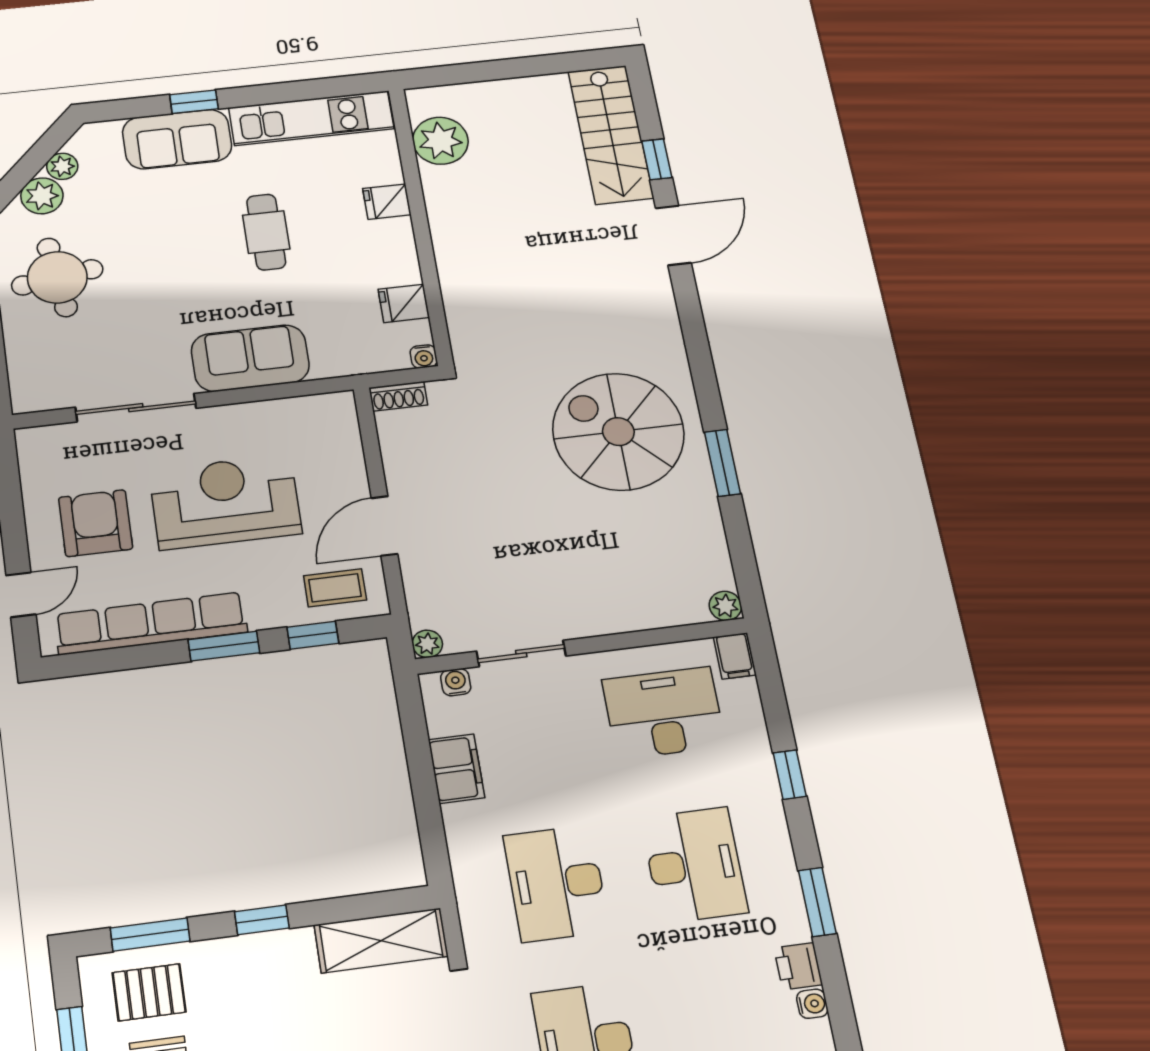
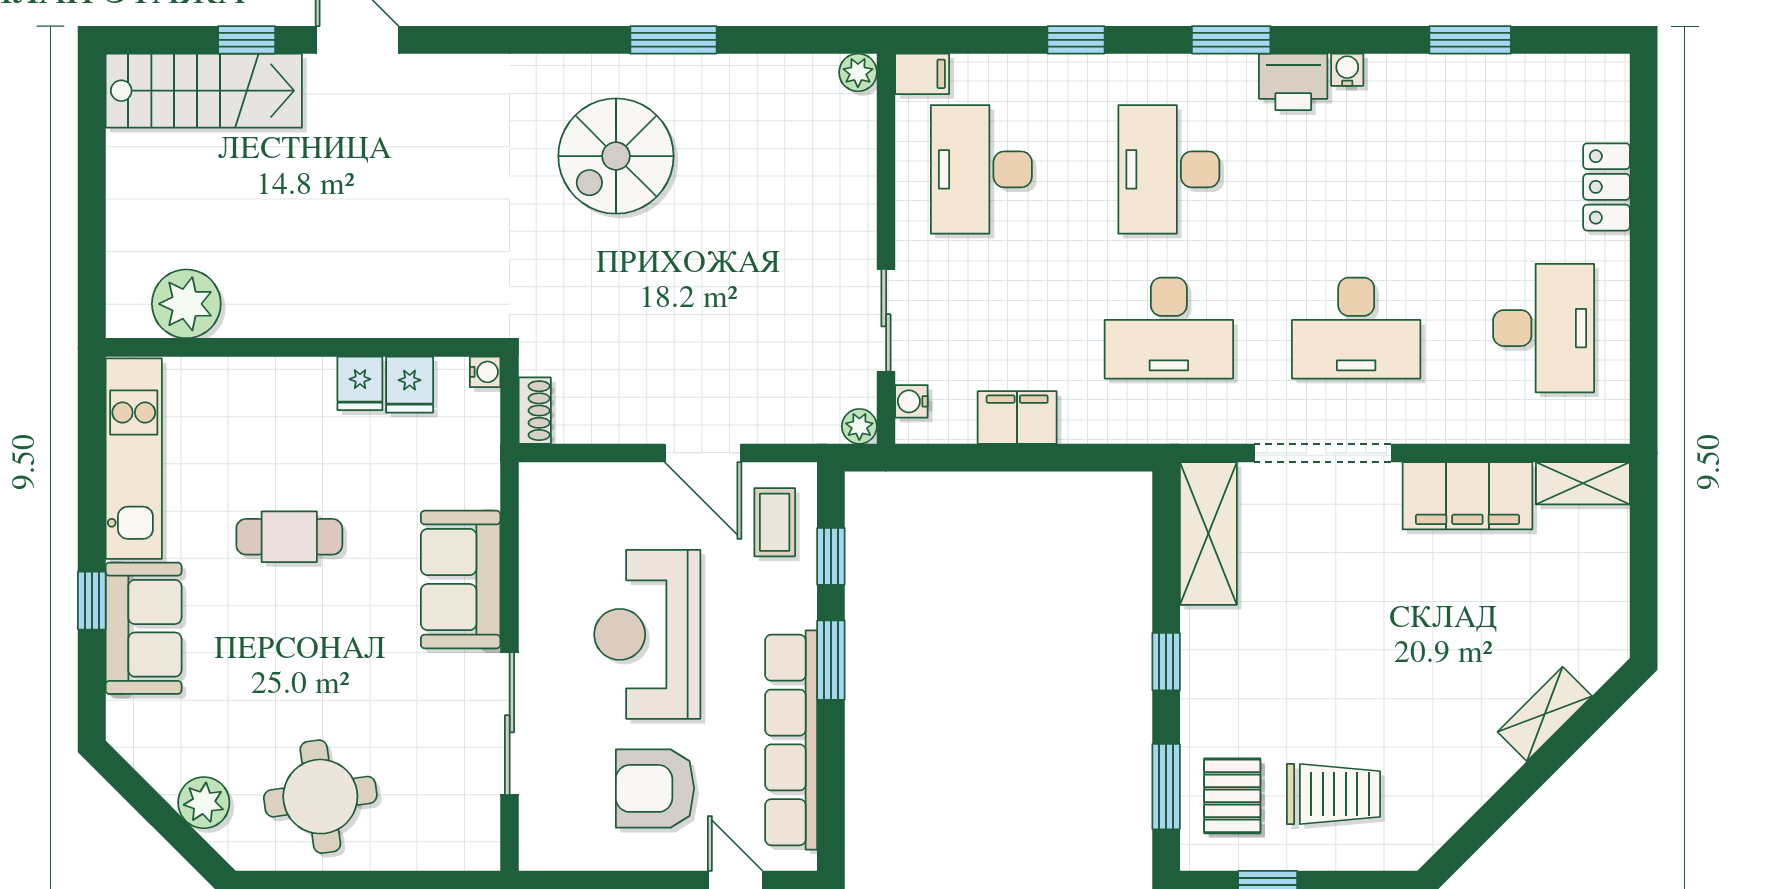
plant: (62, 166) -> (165, 773), removed
fridge: (387, 202) -> (360, 383), moved
spiral stairs: (618, 432) -> (616, 156), width x0.73, depth x0.73
desk: (694, 865) -> (1169, 169), turned -90
printer: (798, 966) -> (1293, 82), width x1.36, depth x1.24

